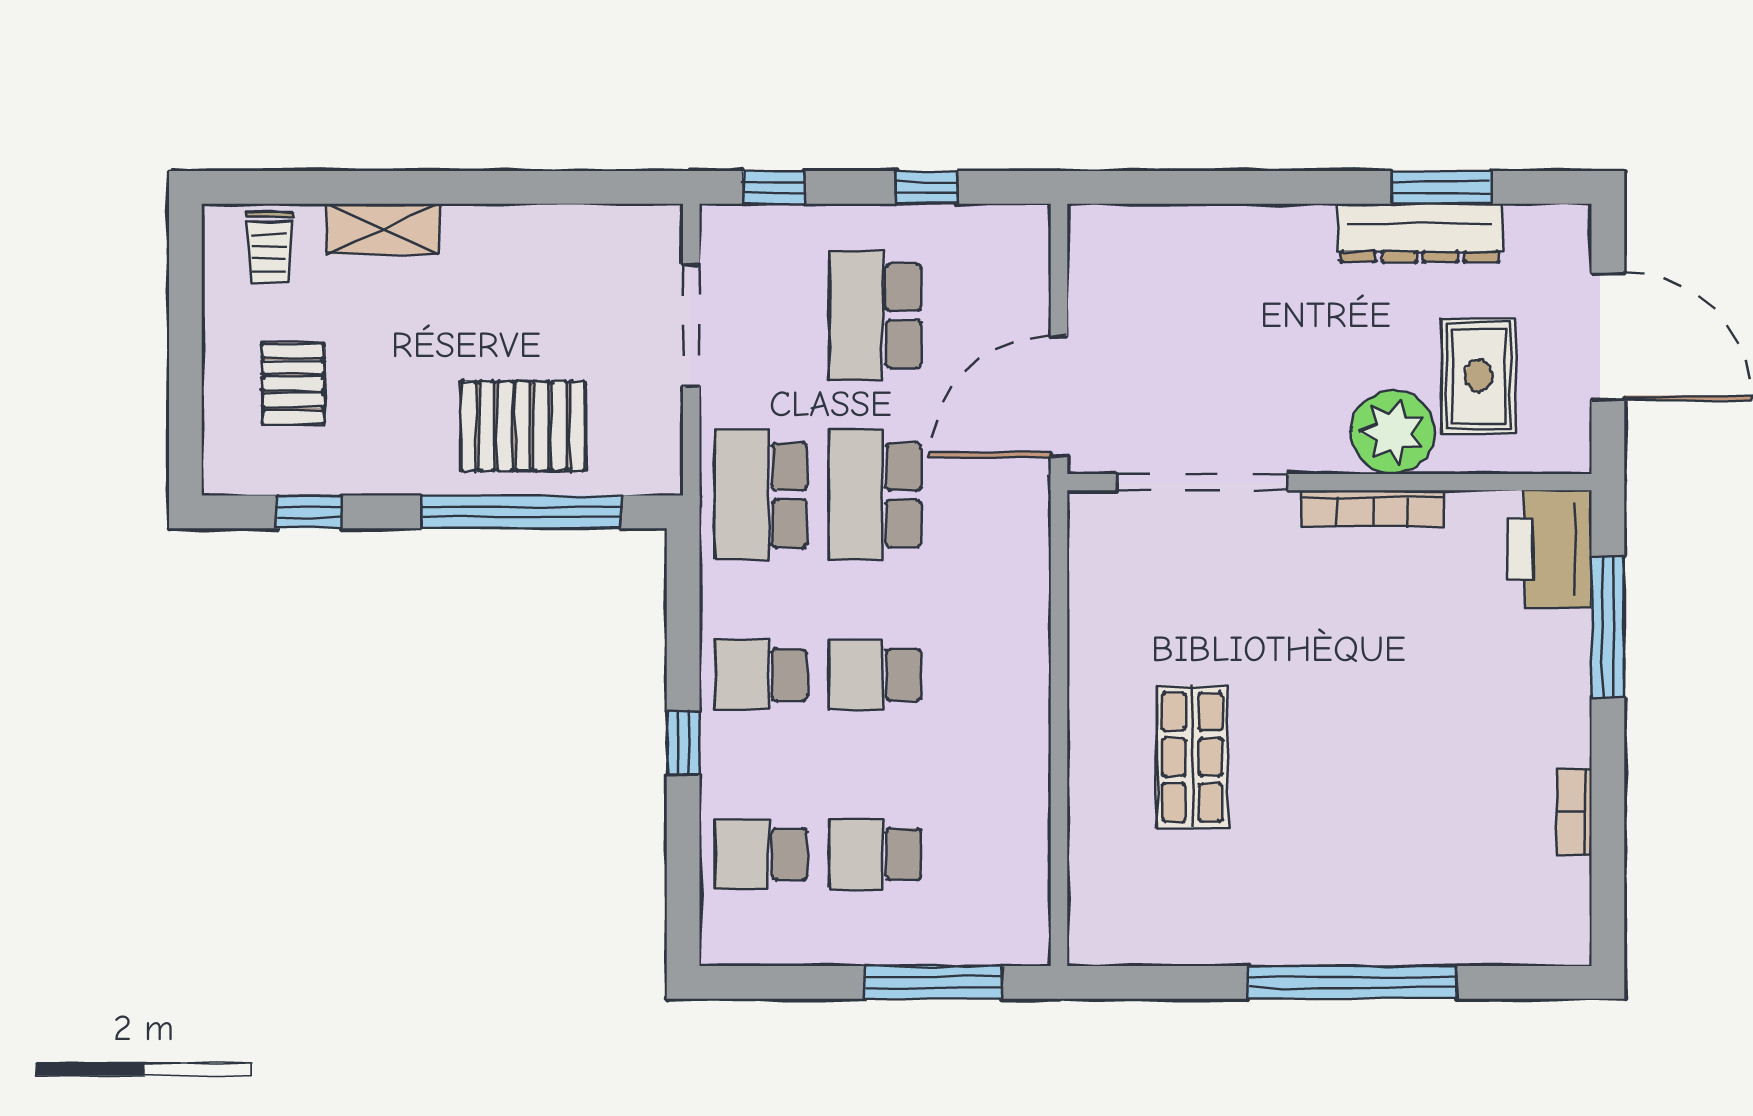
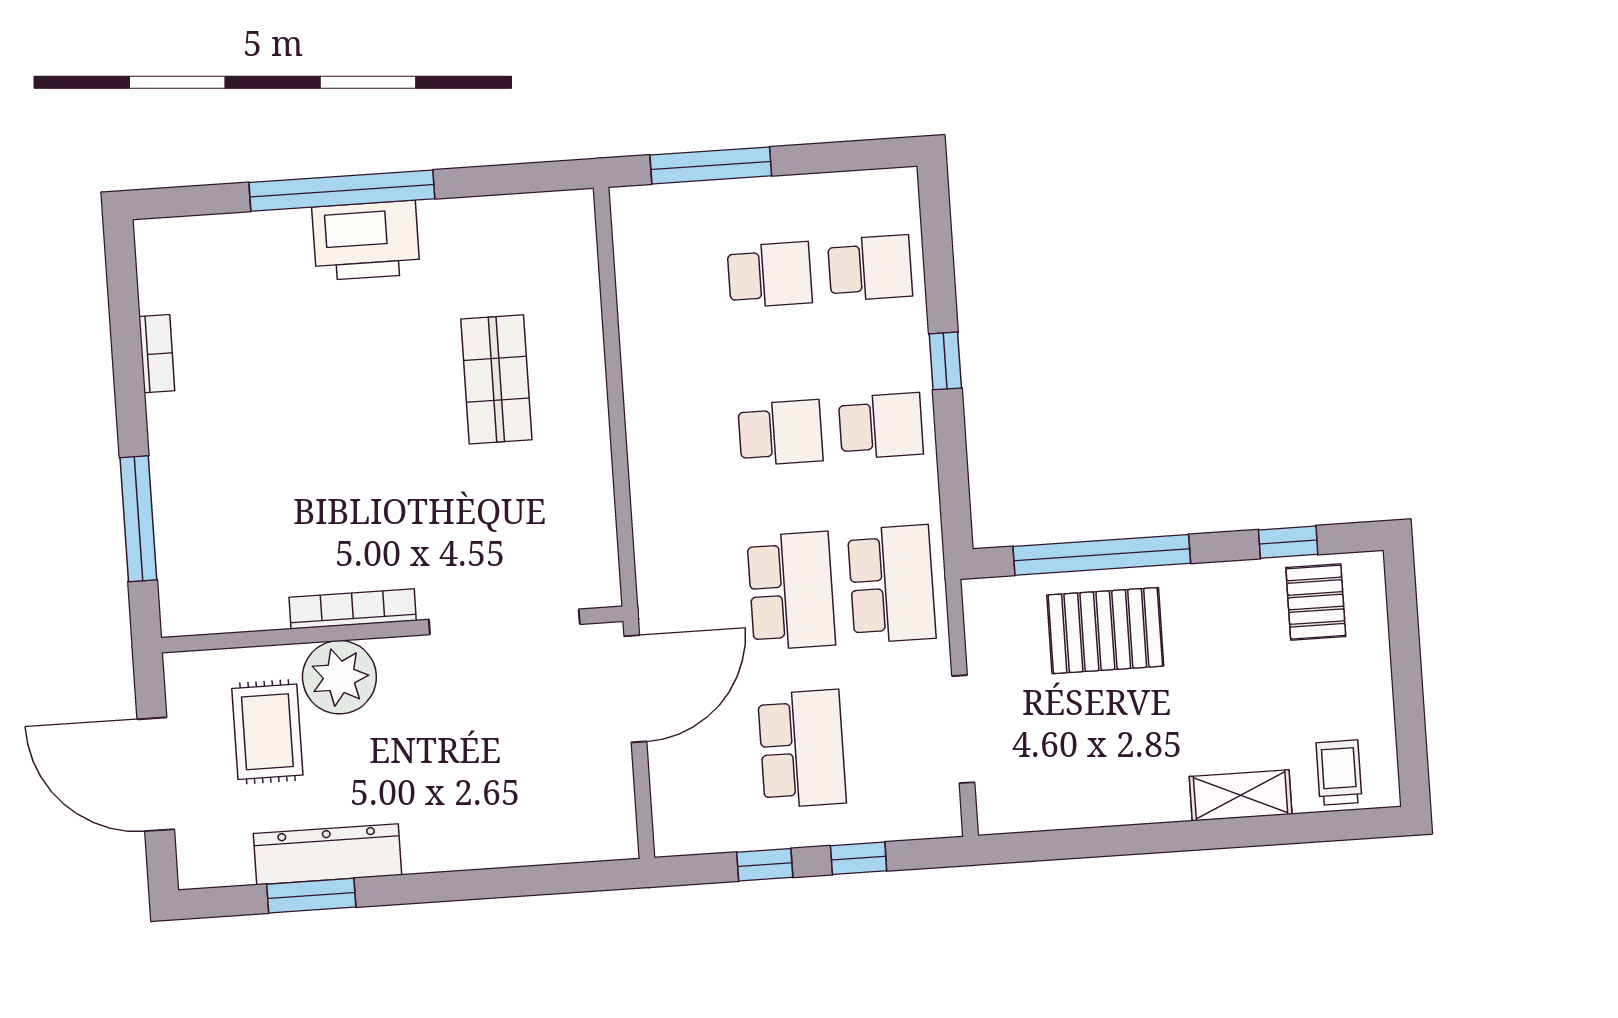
window: (774, 187) -> (859, 858), moved
pallet: (293, 384) -> (1316, 602), moved
printer: (1550, 549) -> (366, 241), moved, turned 90

